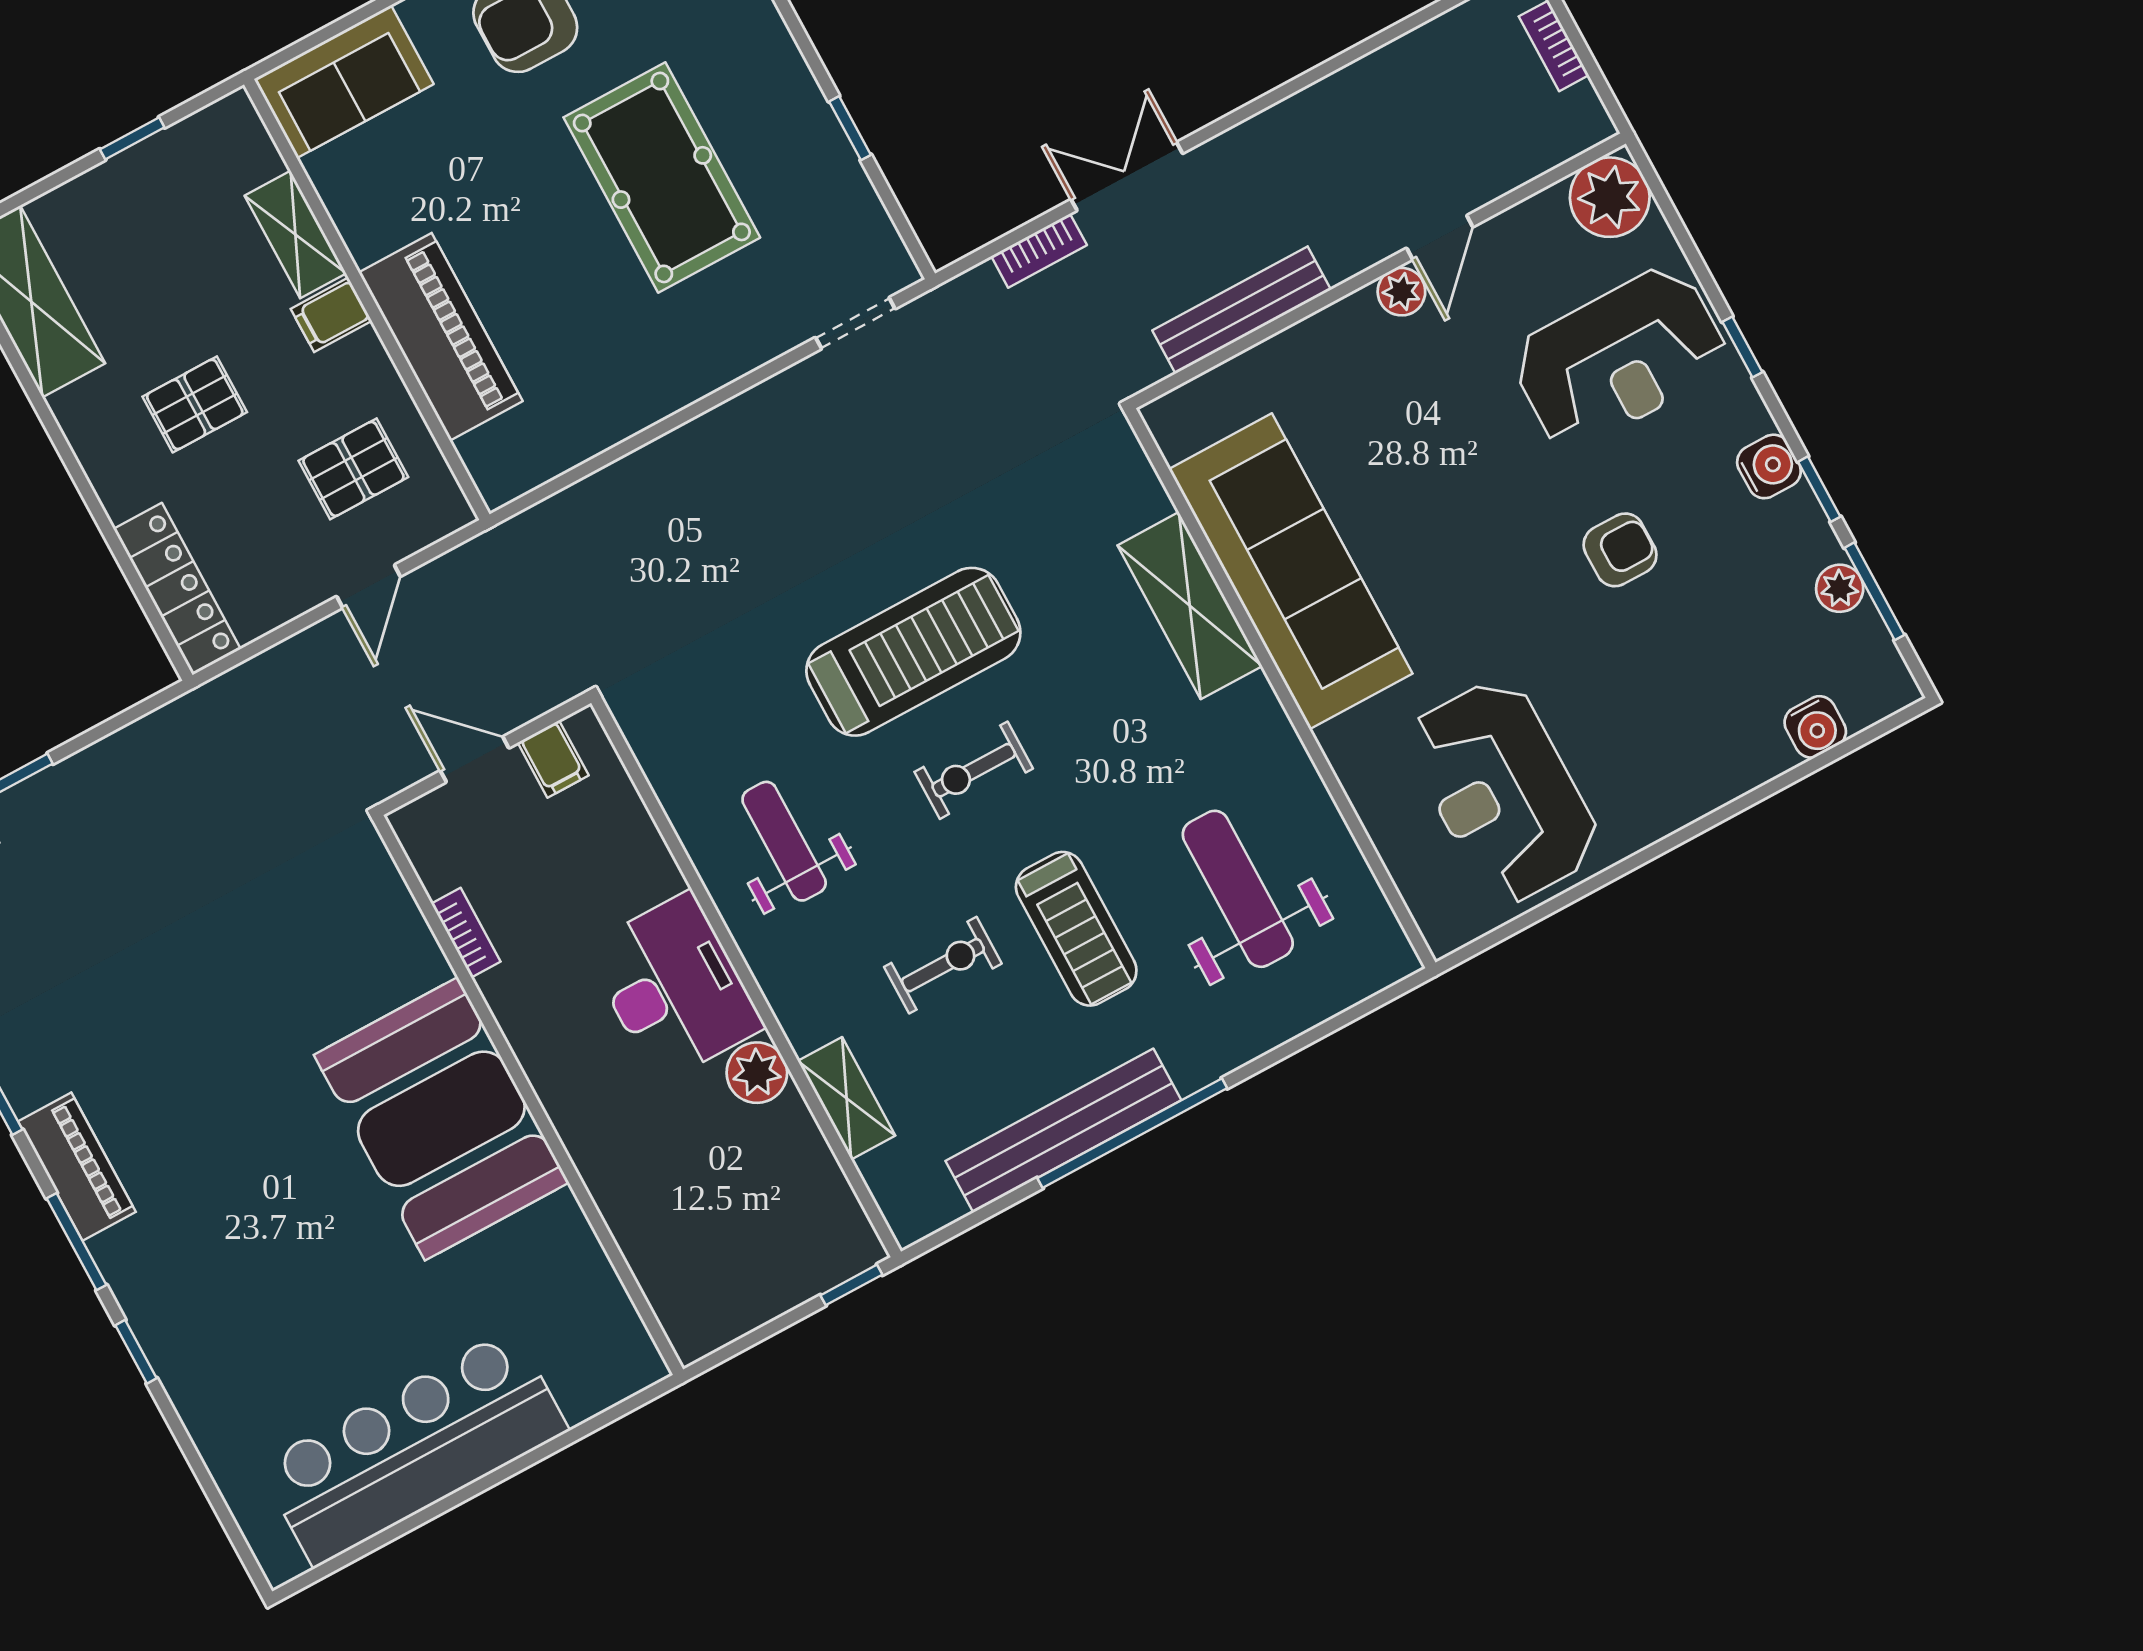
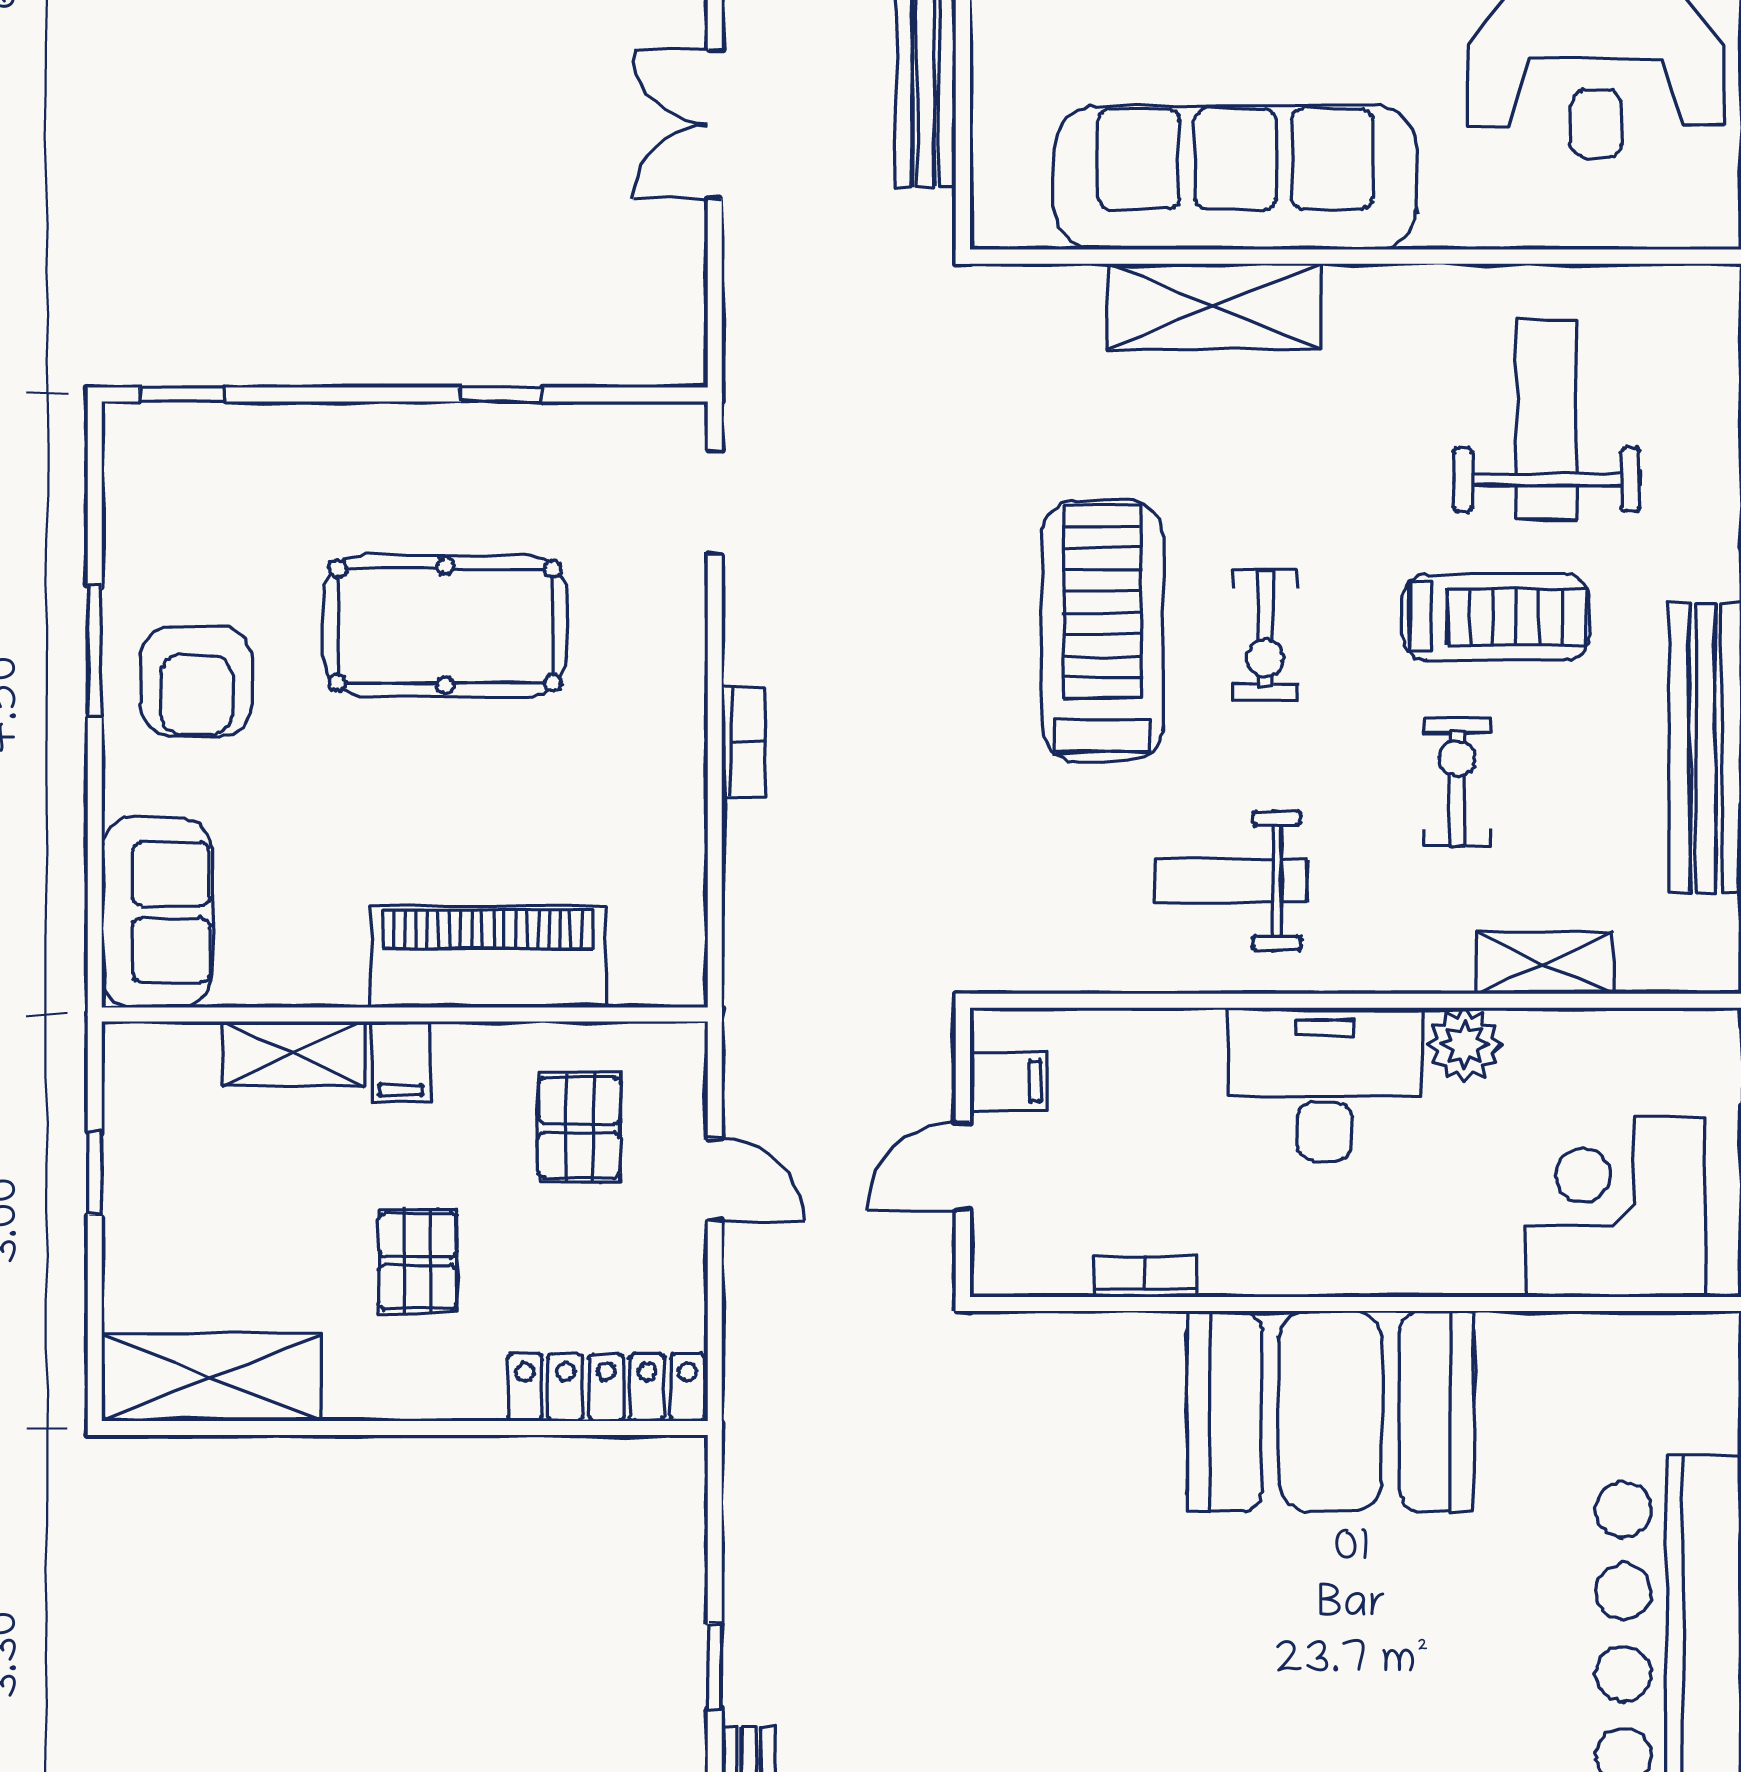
bookcase: (1039, 251) -> (744, 742), moved
weight bench: (1238, 889) -> (1547, 420), turned 90
corner desk: (699, 1244) -> (1616, 1207), added

